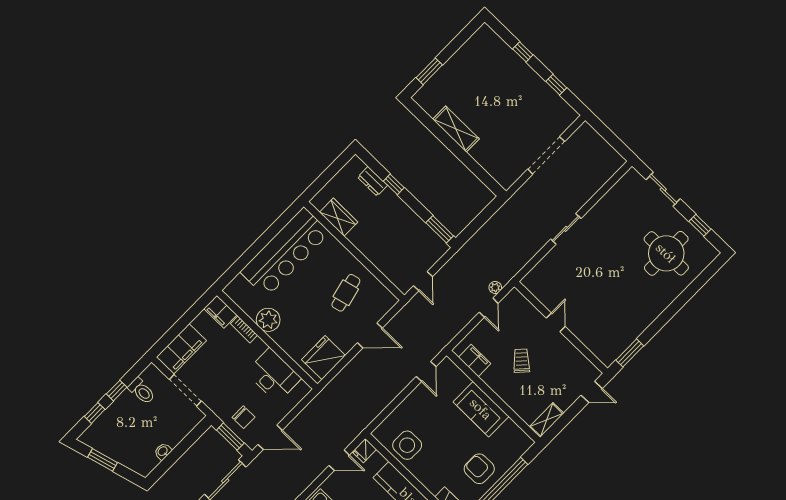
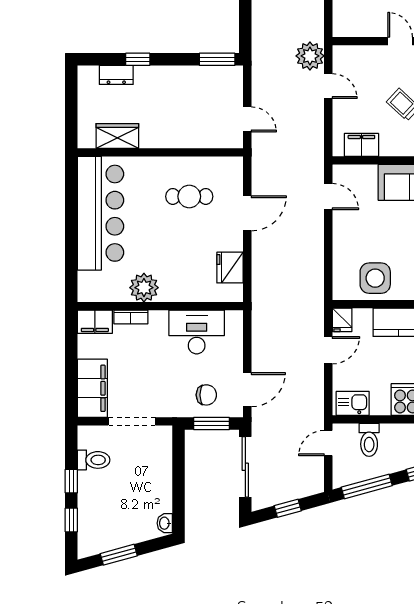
plant: (495, 288) -> (310, 56), width x1.88, depth x1.88
cafe table: (346, 293) -> (189, 196), turned -76
fridge: (323, 358) -> (230, 268), width x0.73, depth x0.75
washbasin: (163, 451) -> (165, 523), moved

